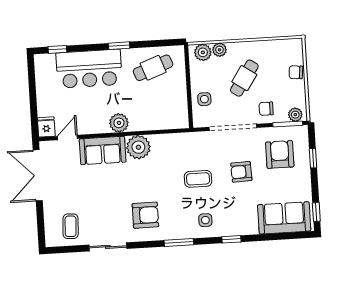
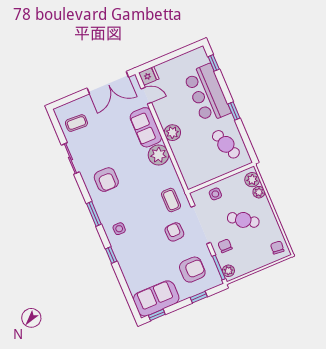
chair: (296, 72) -> (277, 248), moved
armchair: (241, 172) -> (174, 232), moved
double door: (38, 175) -> (108, 83), swing flipped
coffee table: (198, 179) -> (171, 200), moved
sofa: (284, 218) -> (156, 298), moved, turned -90

